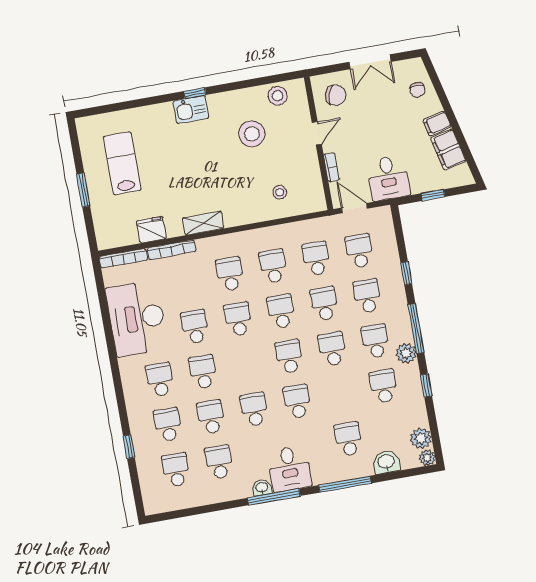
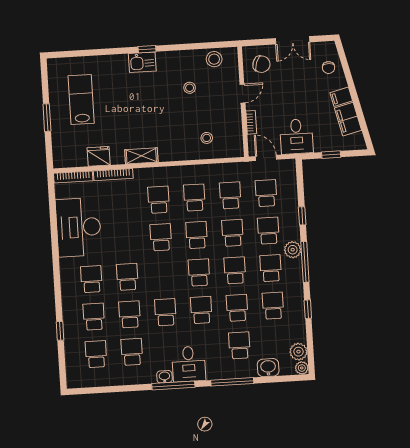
stool: (252, 134) -> (190, 88), width x0.53, depth x0.53
school desk: (195, 327) -> (237, 308), moved
plant: (406, 353) -> (293, 250), moved

